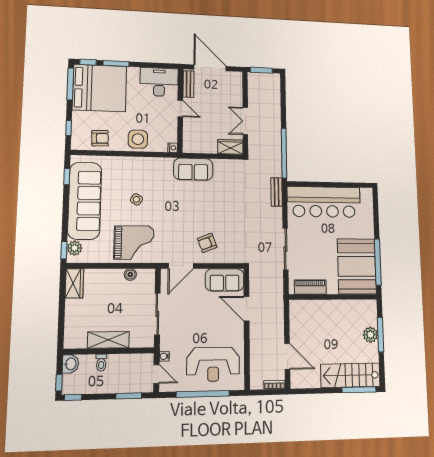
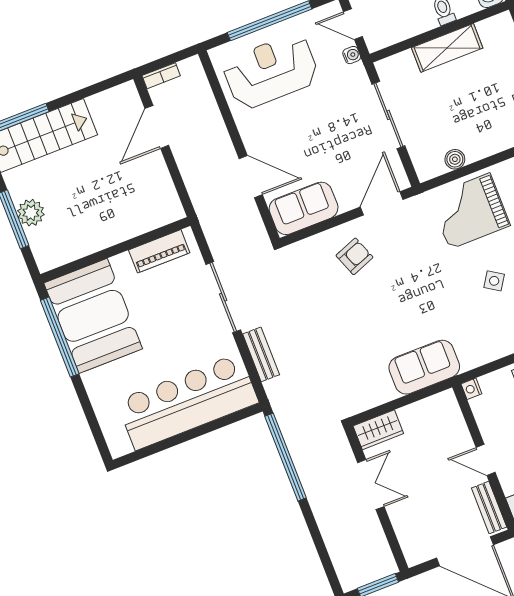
bench: (277, 192) -> (261, 354), moved
door: (287, 356) -> (157, 127), hinge flipped

